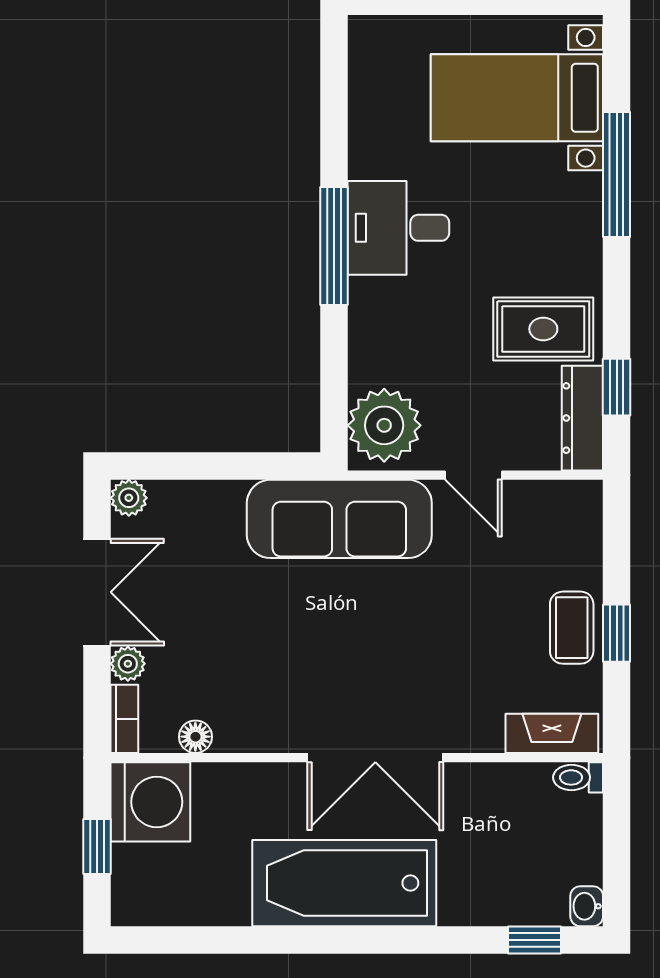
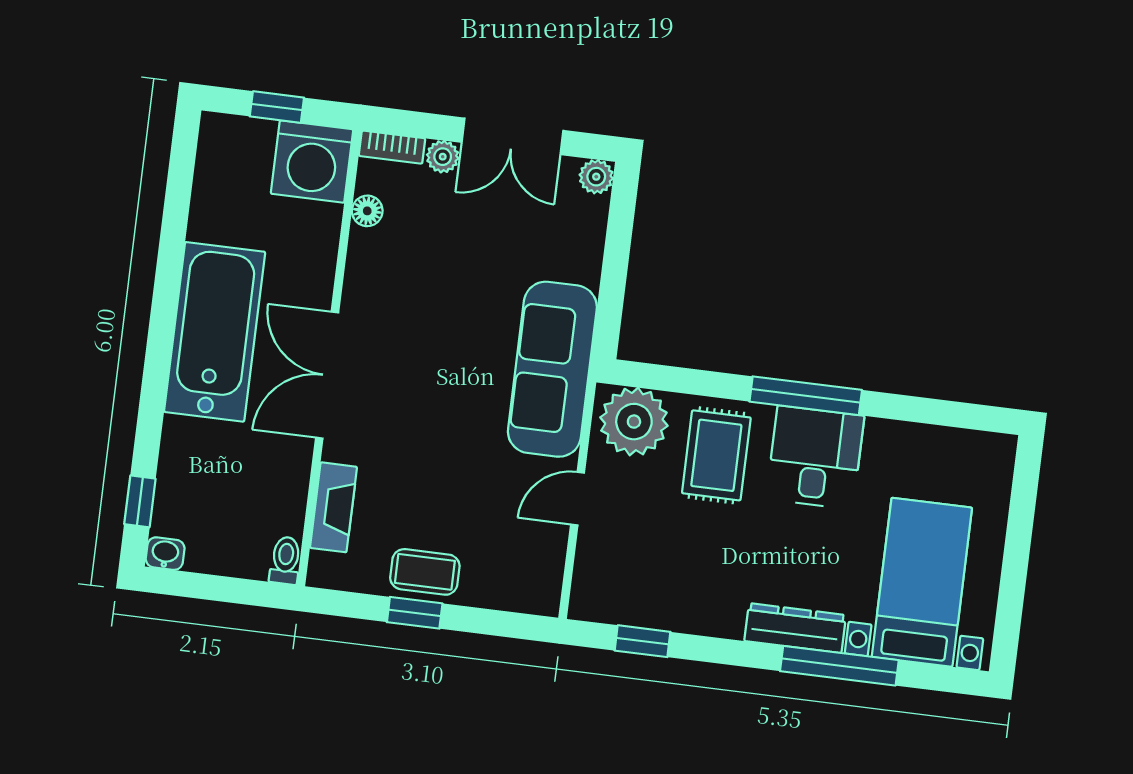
rug: (543, 329) -> (716, 455), moved
dresser: (582, 418) -> (795, 628), moved
fireplace: (552, 733) -> (334, 507), moved

